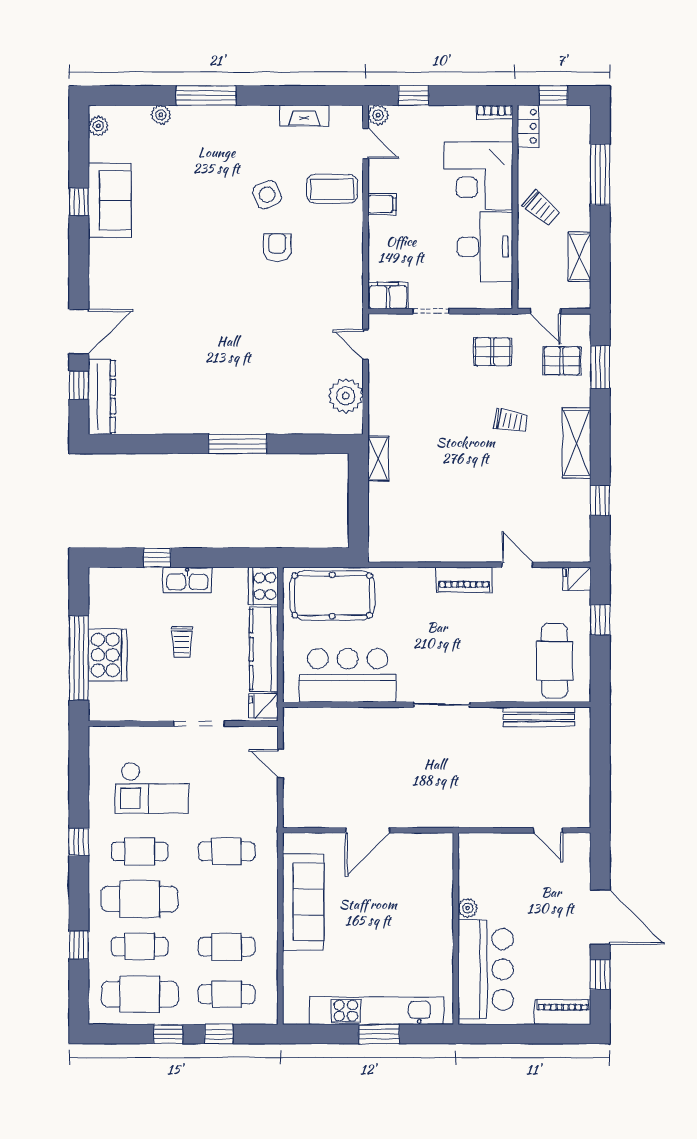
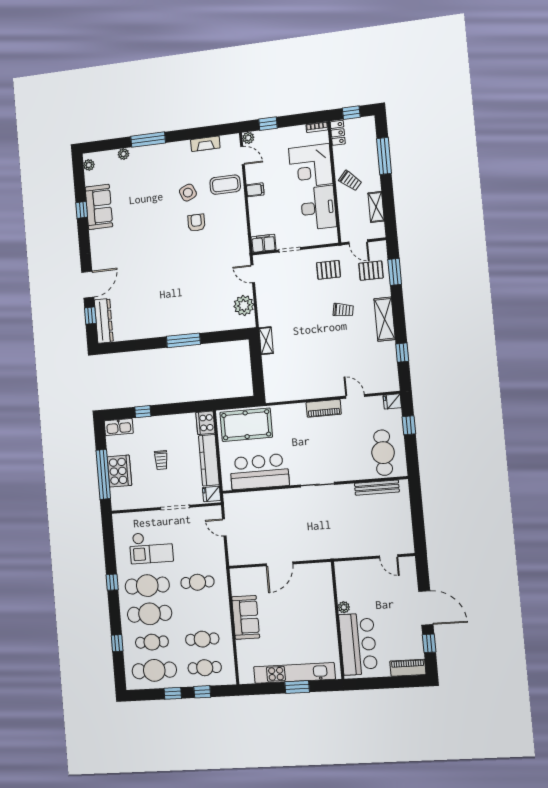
kitchen sink: (187, 580) -> (119, 427), moved
cafe table: (140, 851) -> (147, 586), width x1.37, depth x1.35
sofa: (303, 902) -> (246, 617), width x0.73

